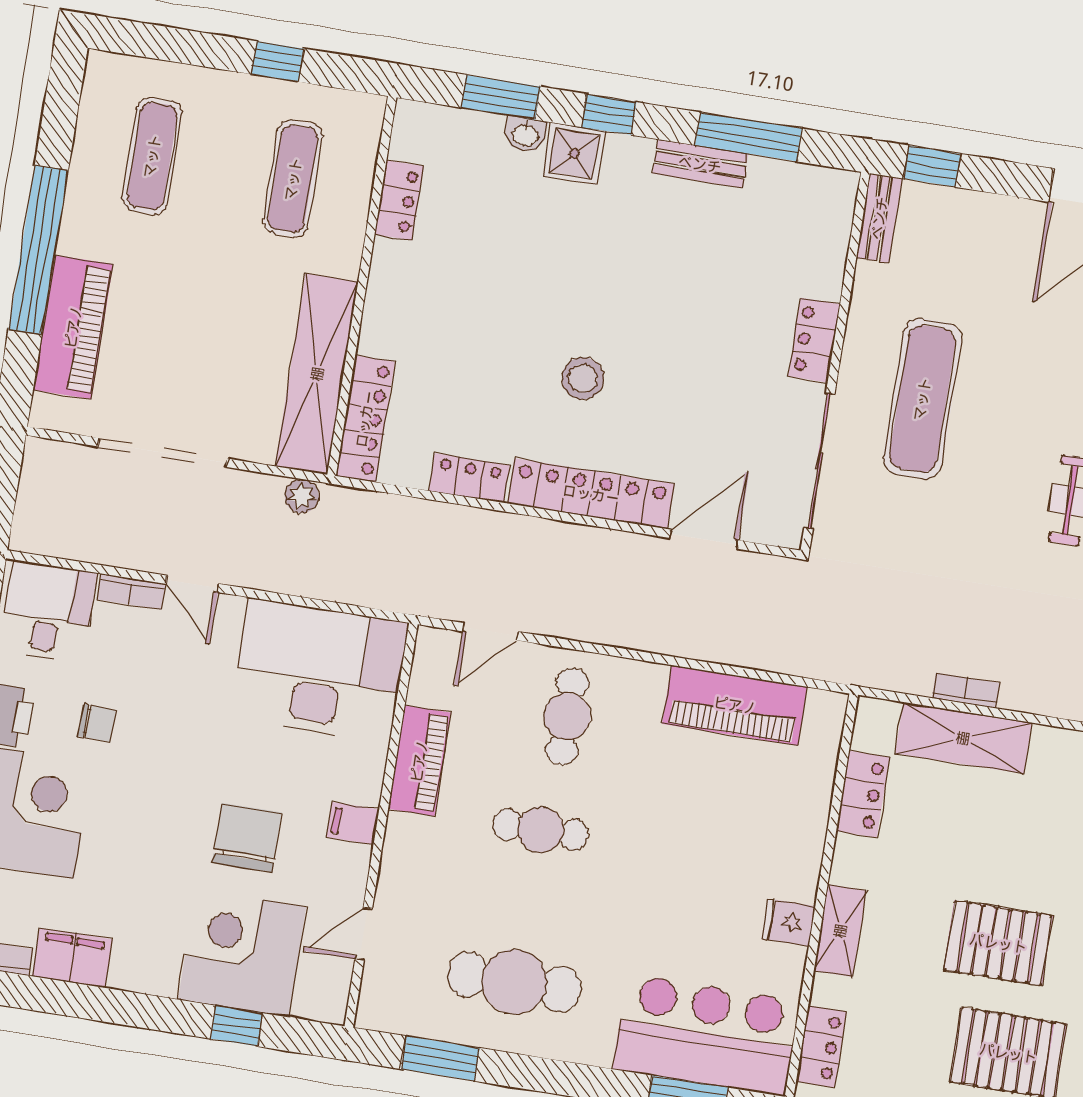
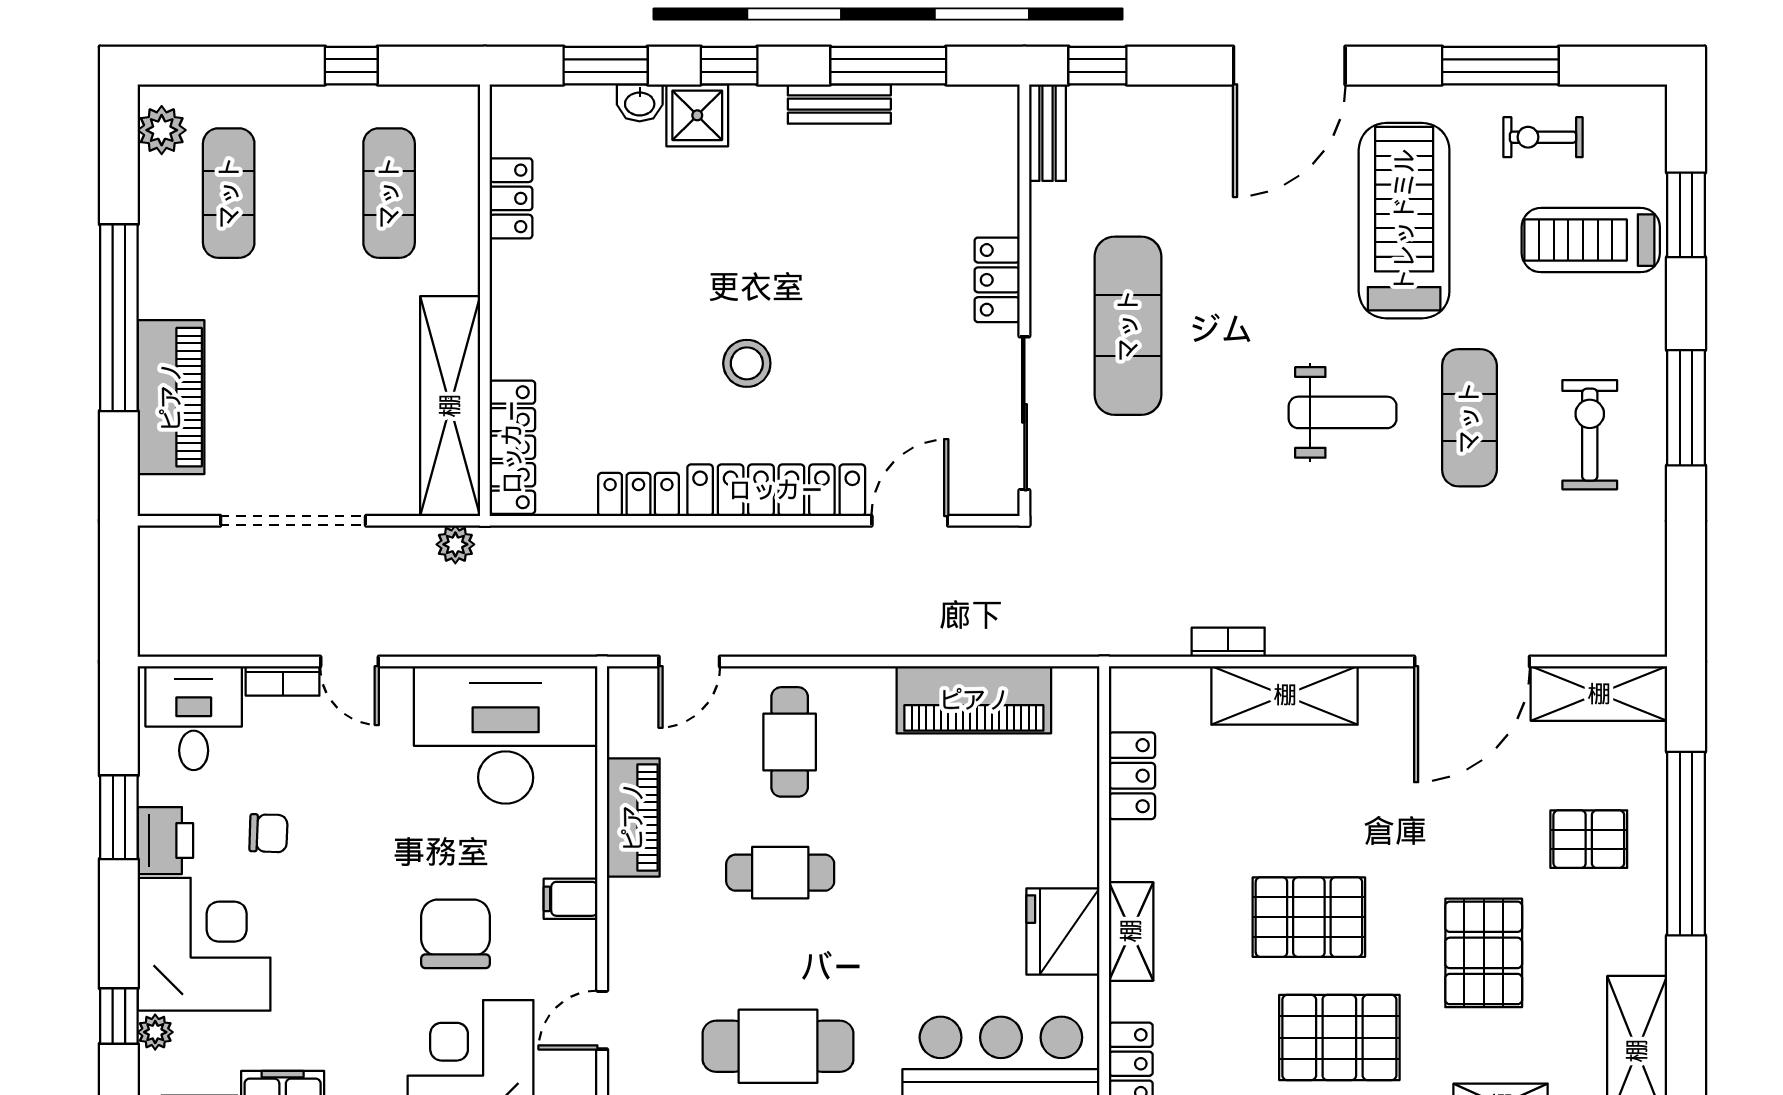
plant: (102, 91) -> (162, 130), added
shelving: (963, 738) -> (1285, 695), moved
fridge: (788, 922) -> (1063, 931), width x1.88, depth x1.34

